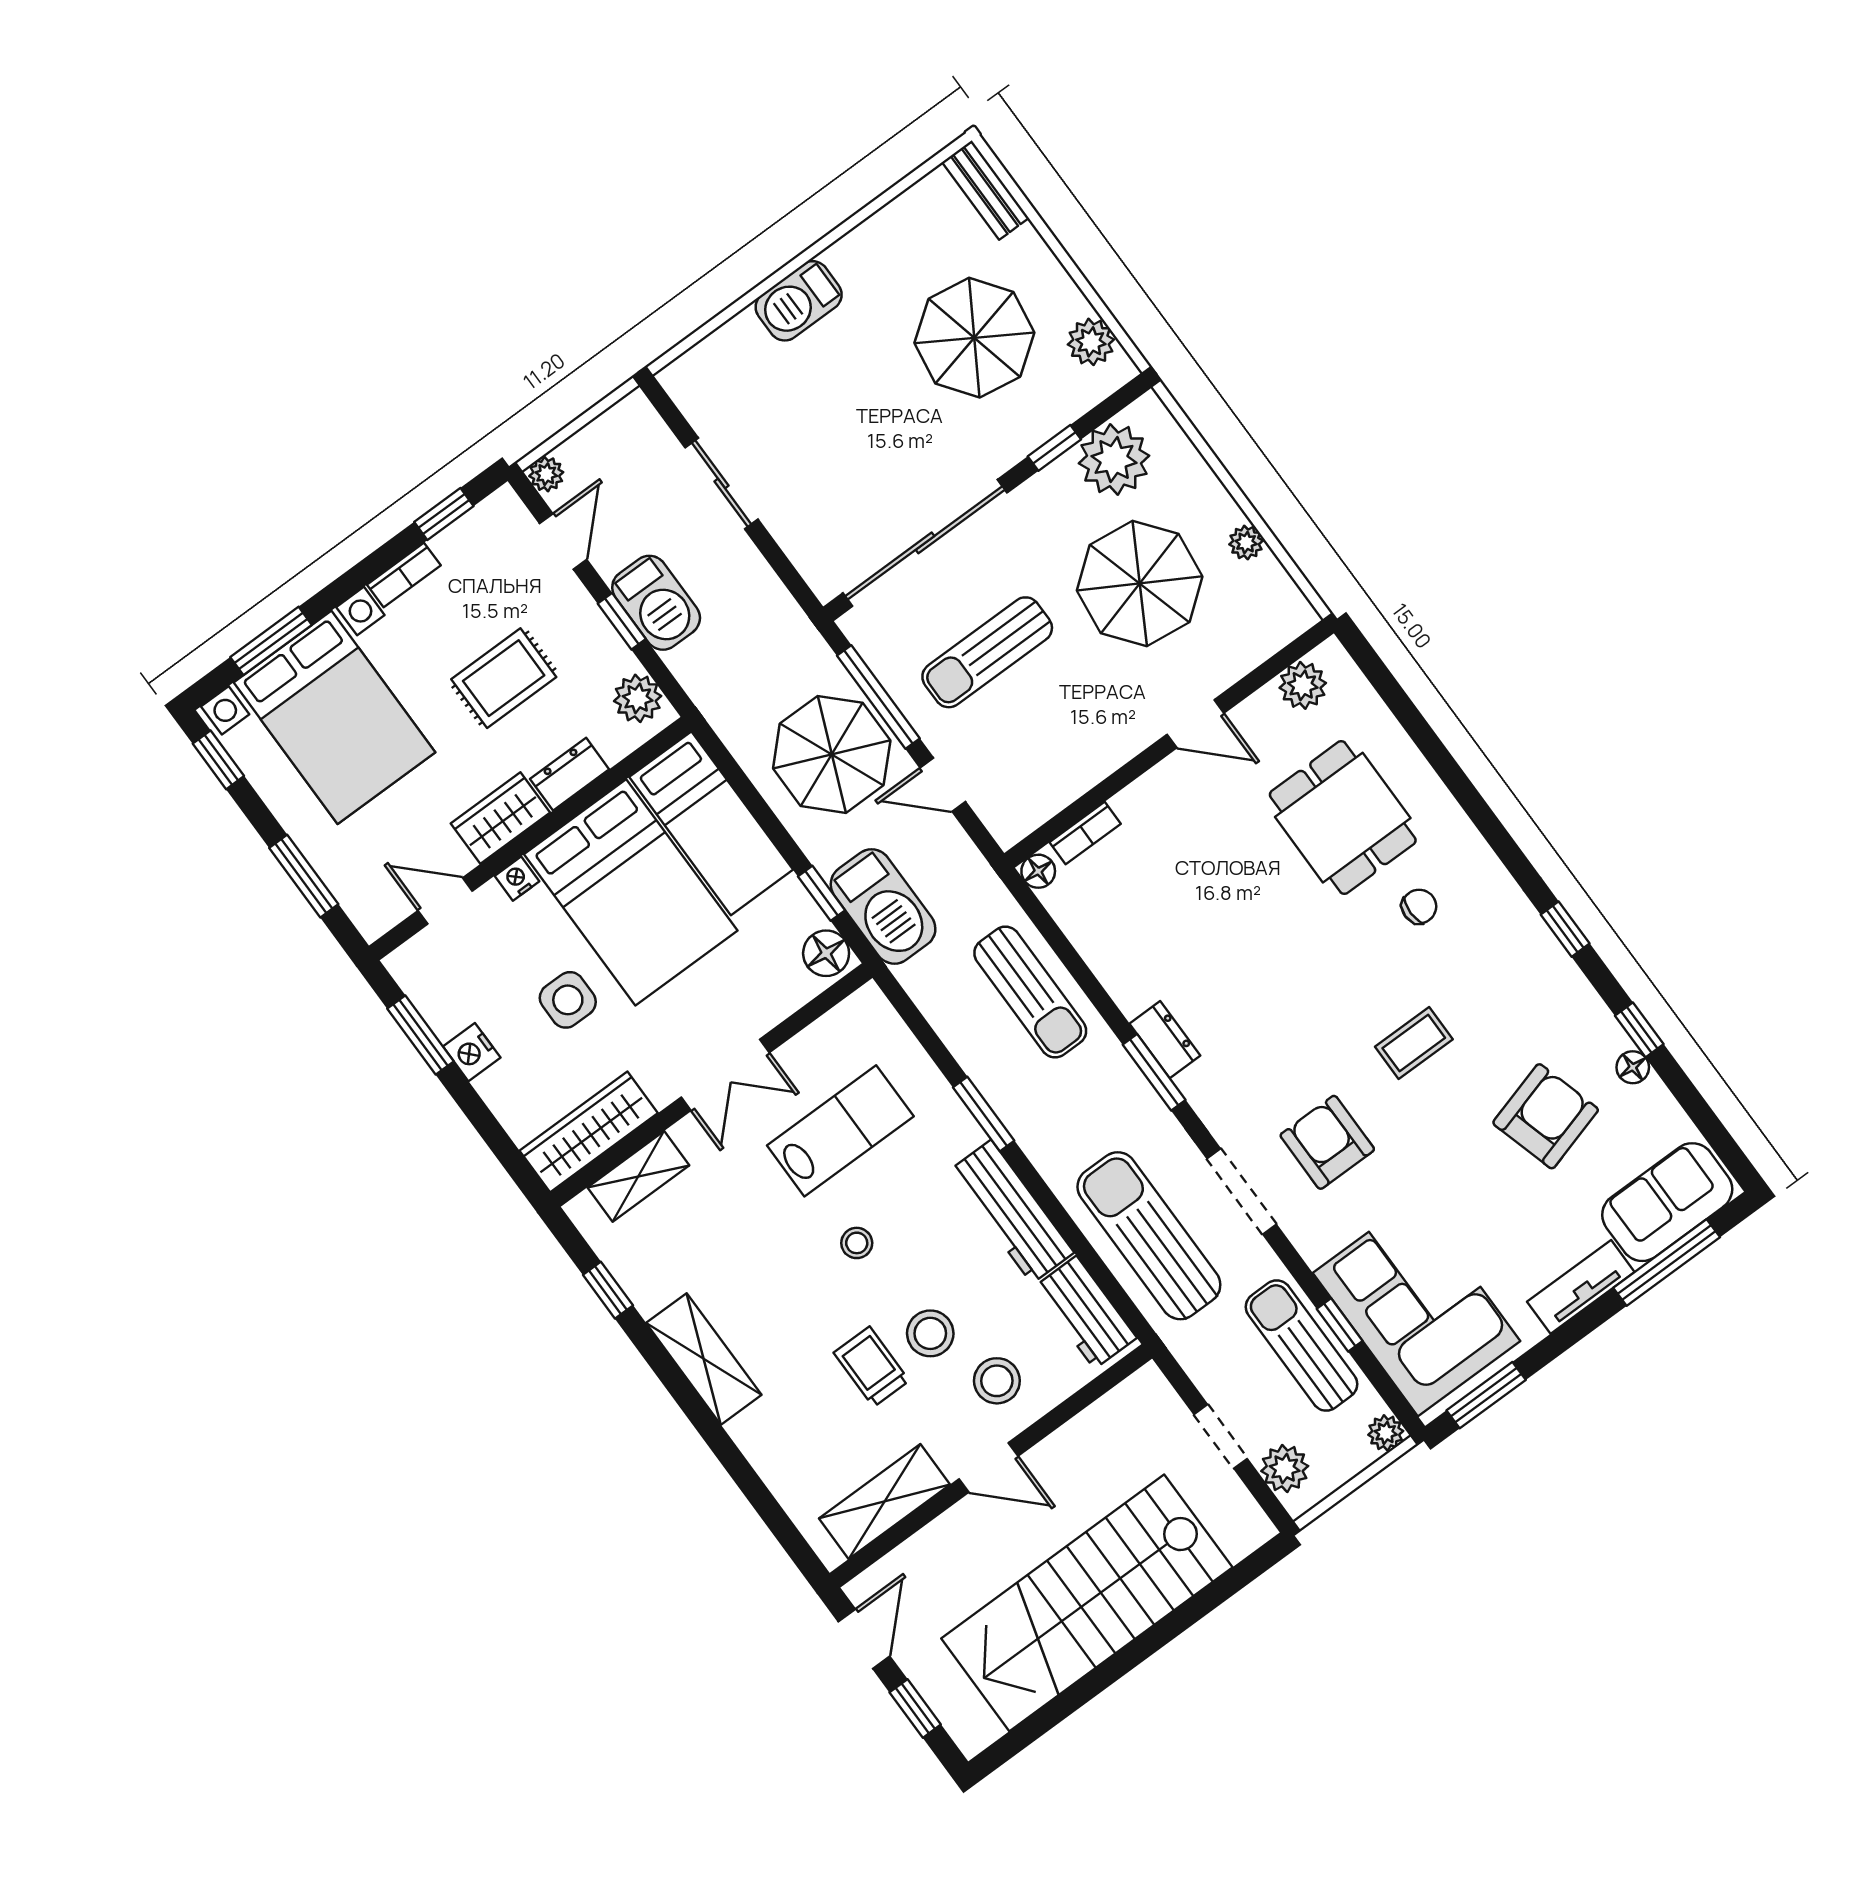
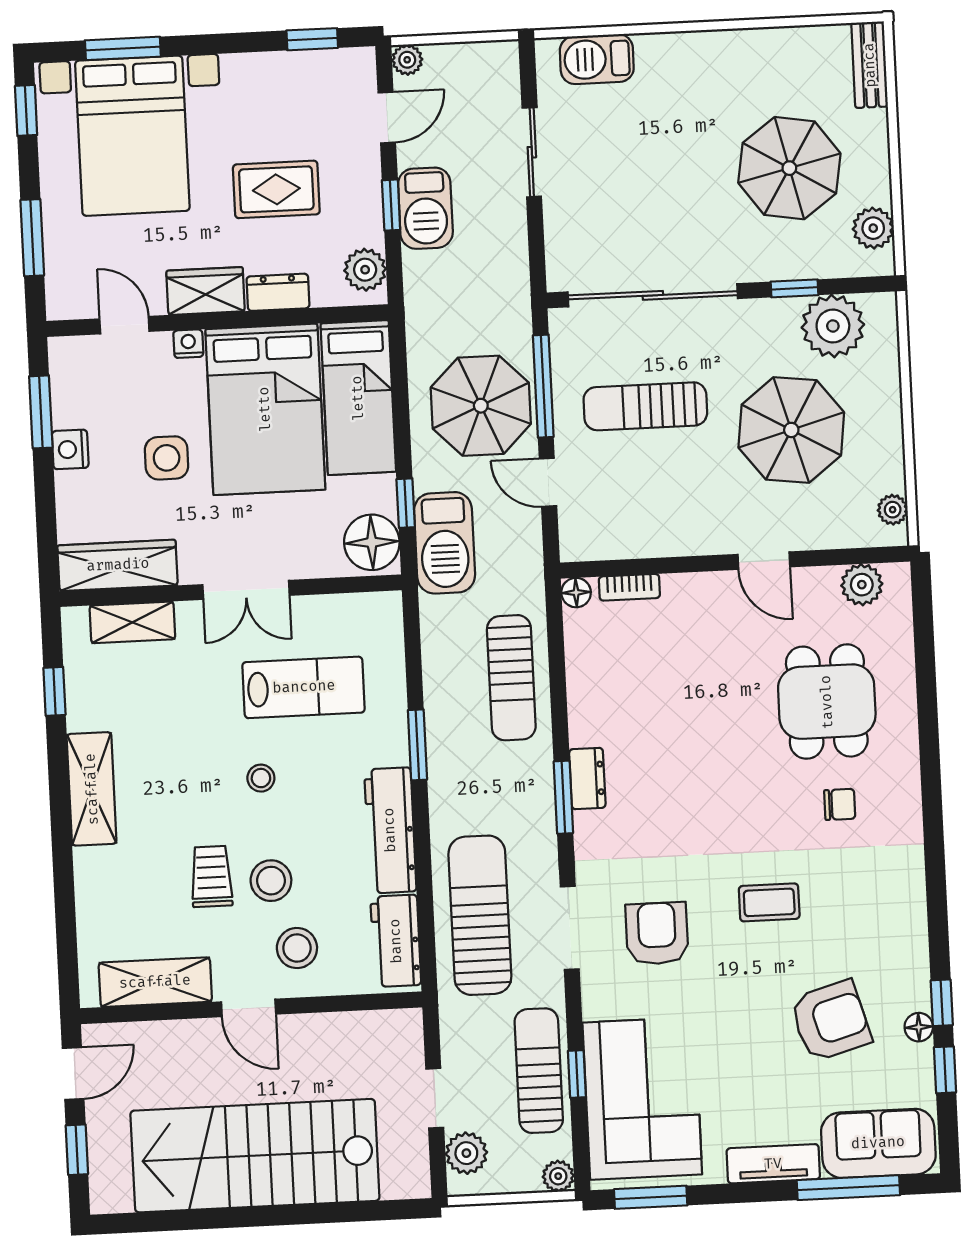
barbecue: (799, 301) -> (597, 59), moved
plant: (1246, 542) -> (893, 510), moved
bookcase: (404, 575) -> (253, 65), removed
window: (1565, 929) -> (945, 1070), moved
floor lamp: (826, 953) -> (372, 542), width x1.38, depth x1.38

